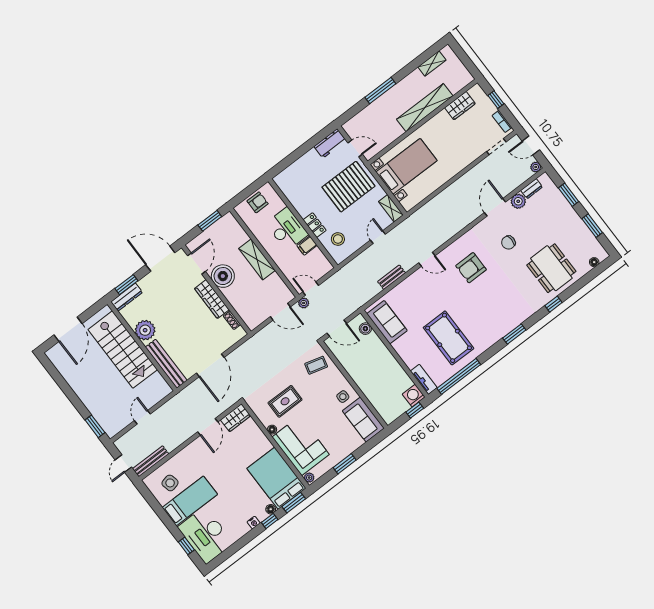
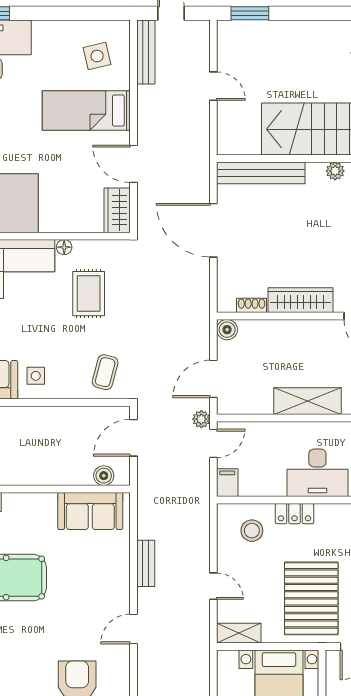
filing cabinet: (307, 245) -> (227, 483), moved
boiler: (223, 276) -> (227, 330), moved, width x0.54, depth x0.54
plant: (145, 330) -> (335, 171), width x0.53, depth x0.53
bed: (190, 501) -> (86, 111), moved, turned 90

